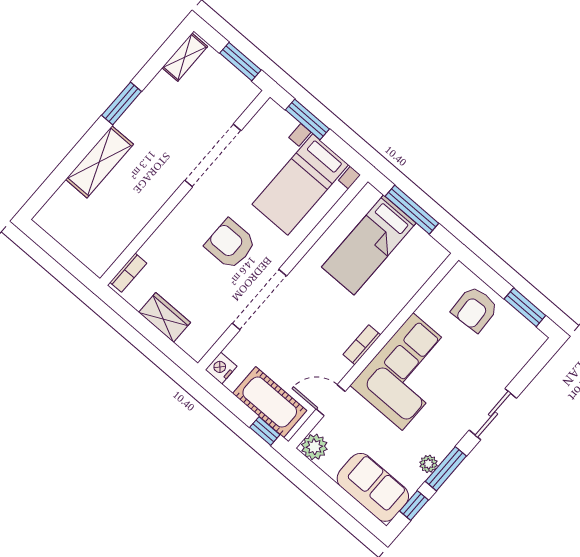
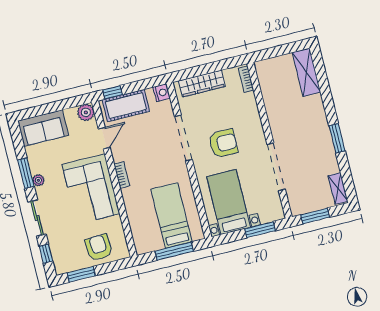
shelving: (99, 162) -> (306, 72), moved
wardrobe: (165, 317) -> (202, 84), width x1.50
plant: (428, 464) -> (38, 180), moved
window: (414, 505) -> (46, 254), moved

